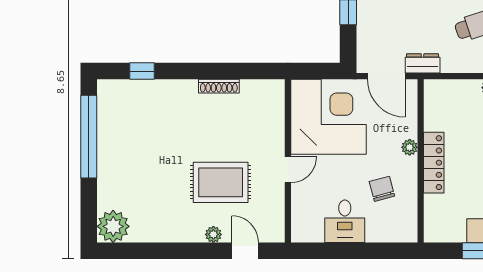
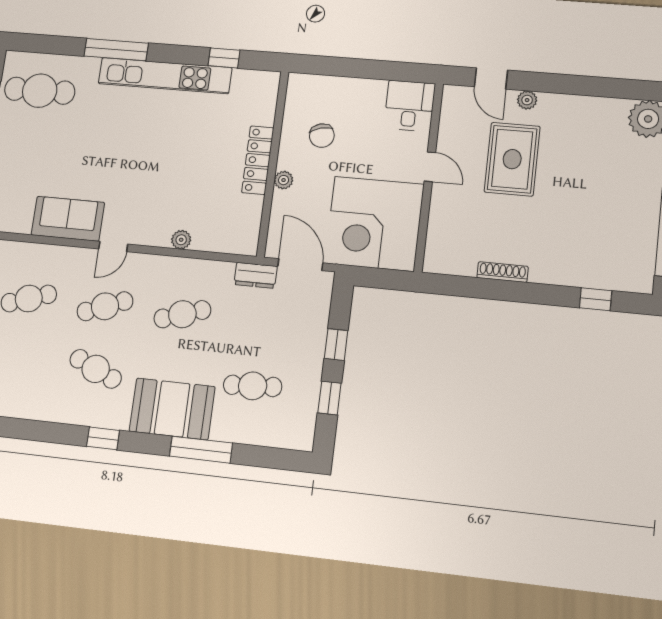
door: (288, 170) -> (430, 167), swing flipped
rug: (221, 182) -> (512, 159), turned 90
desk: (345, 221) -> (410, 106), moved

